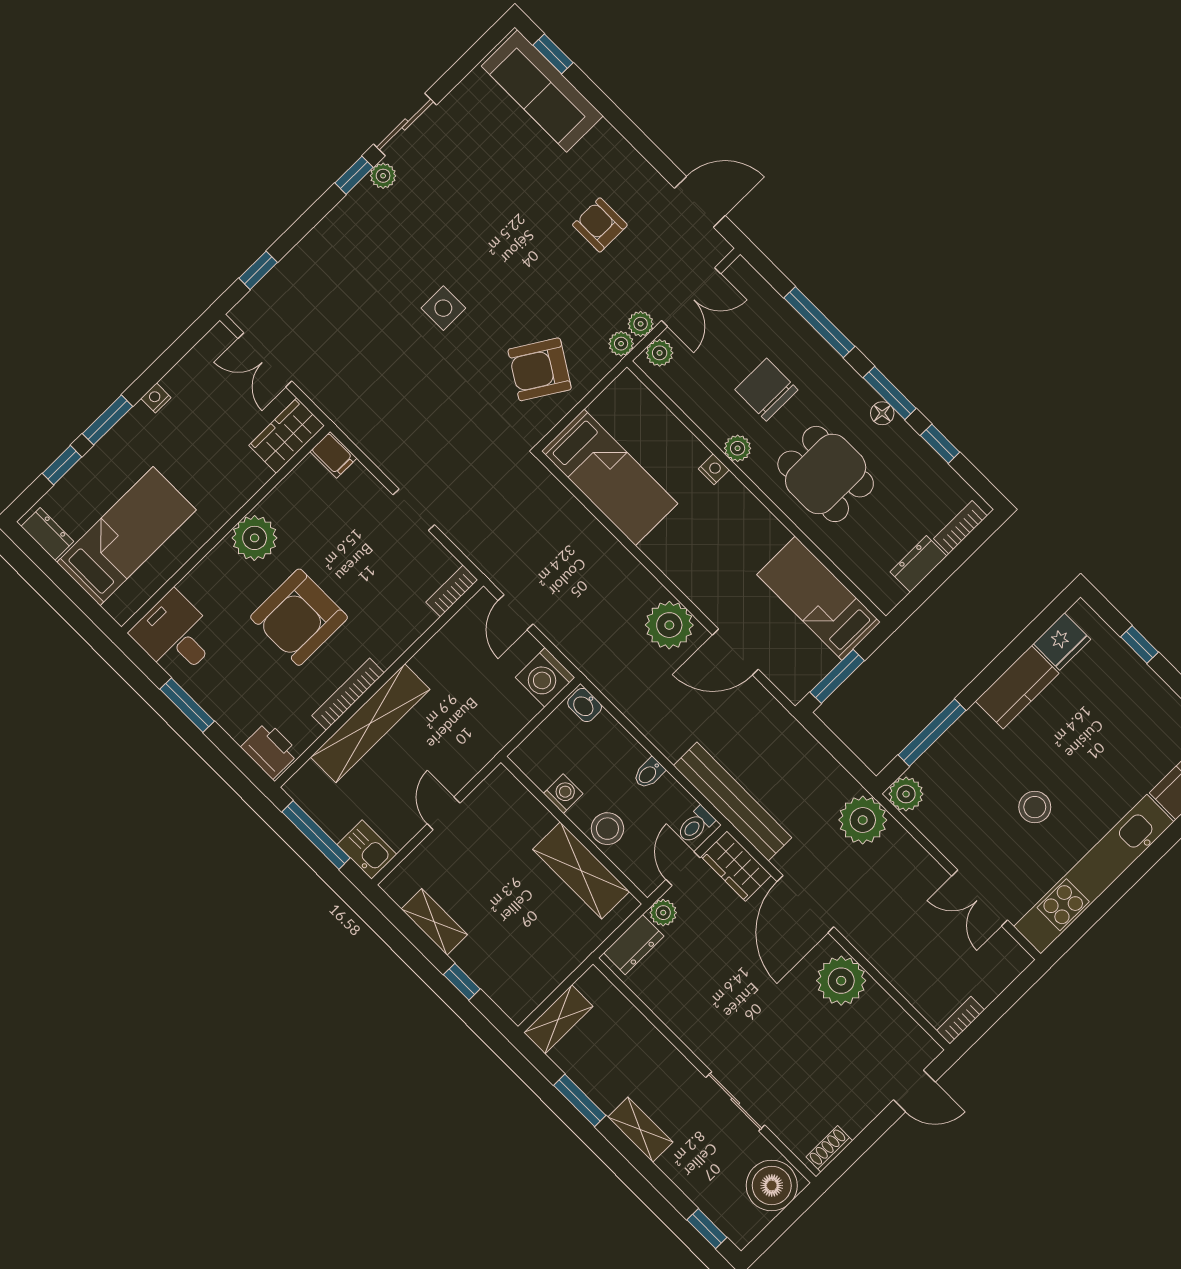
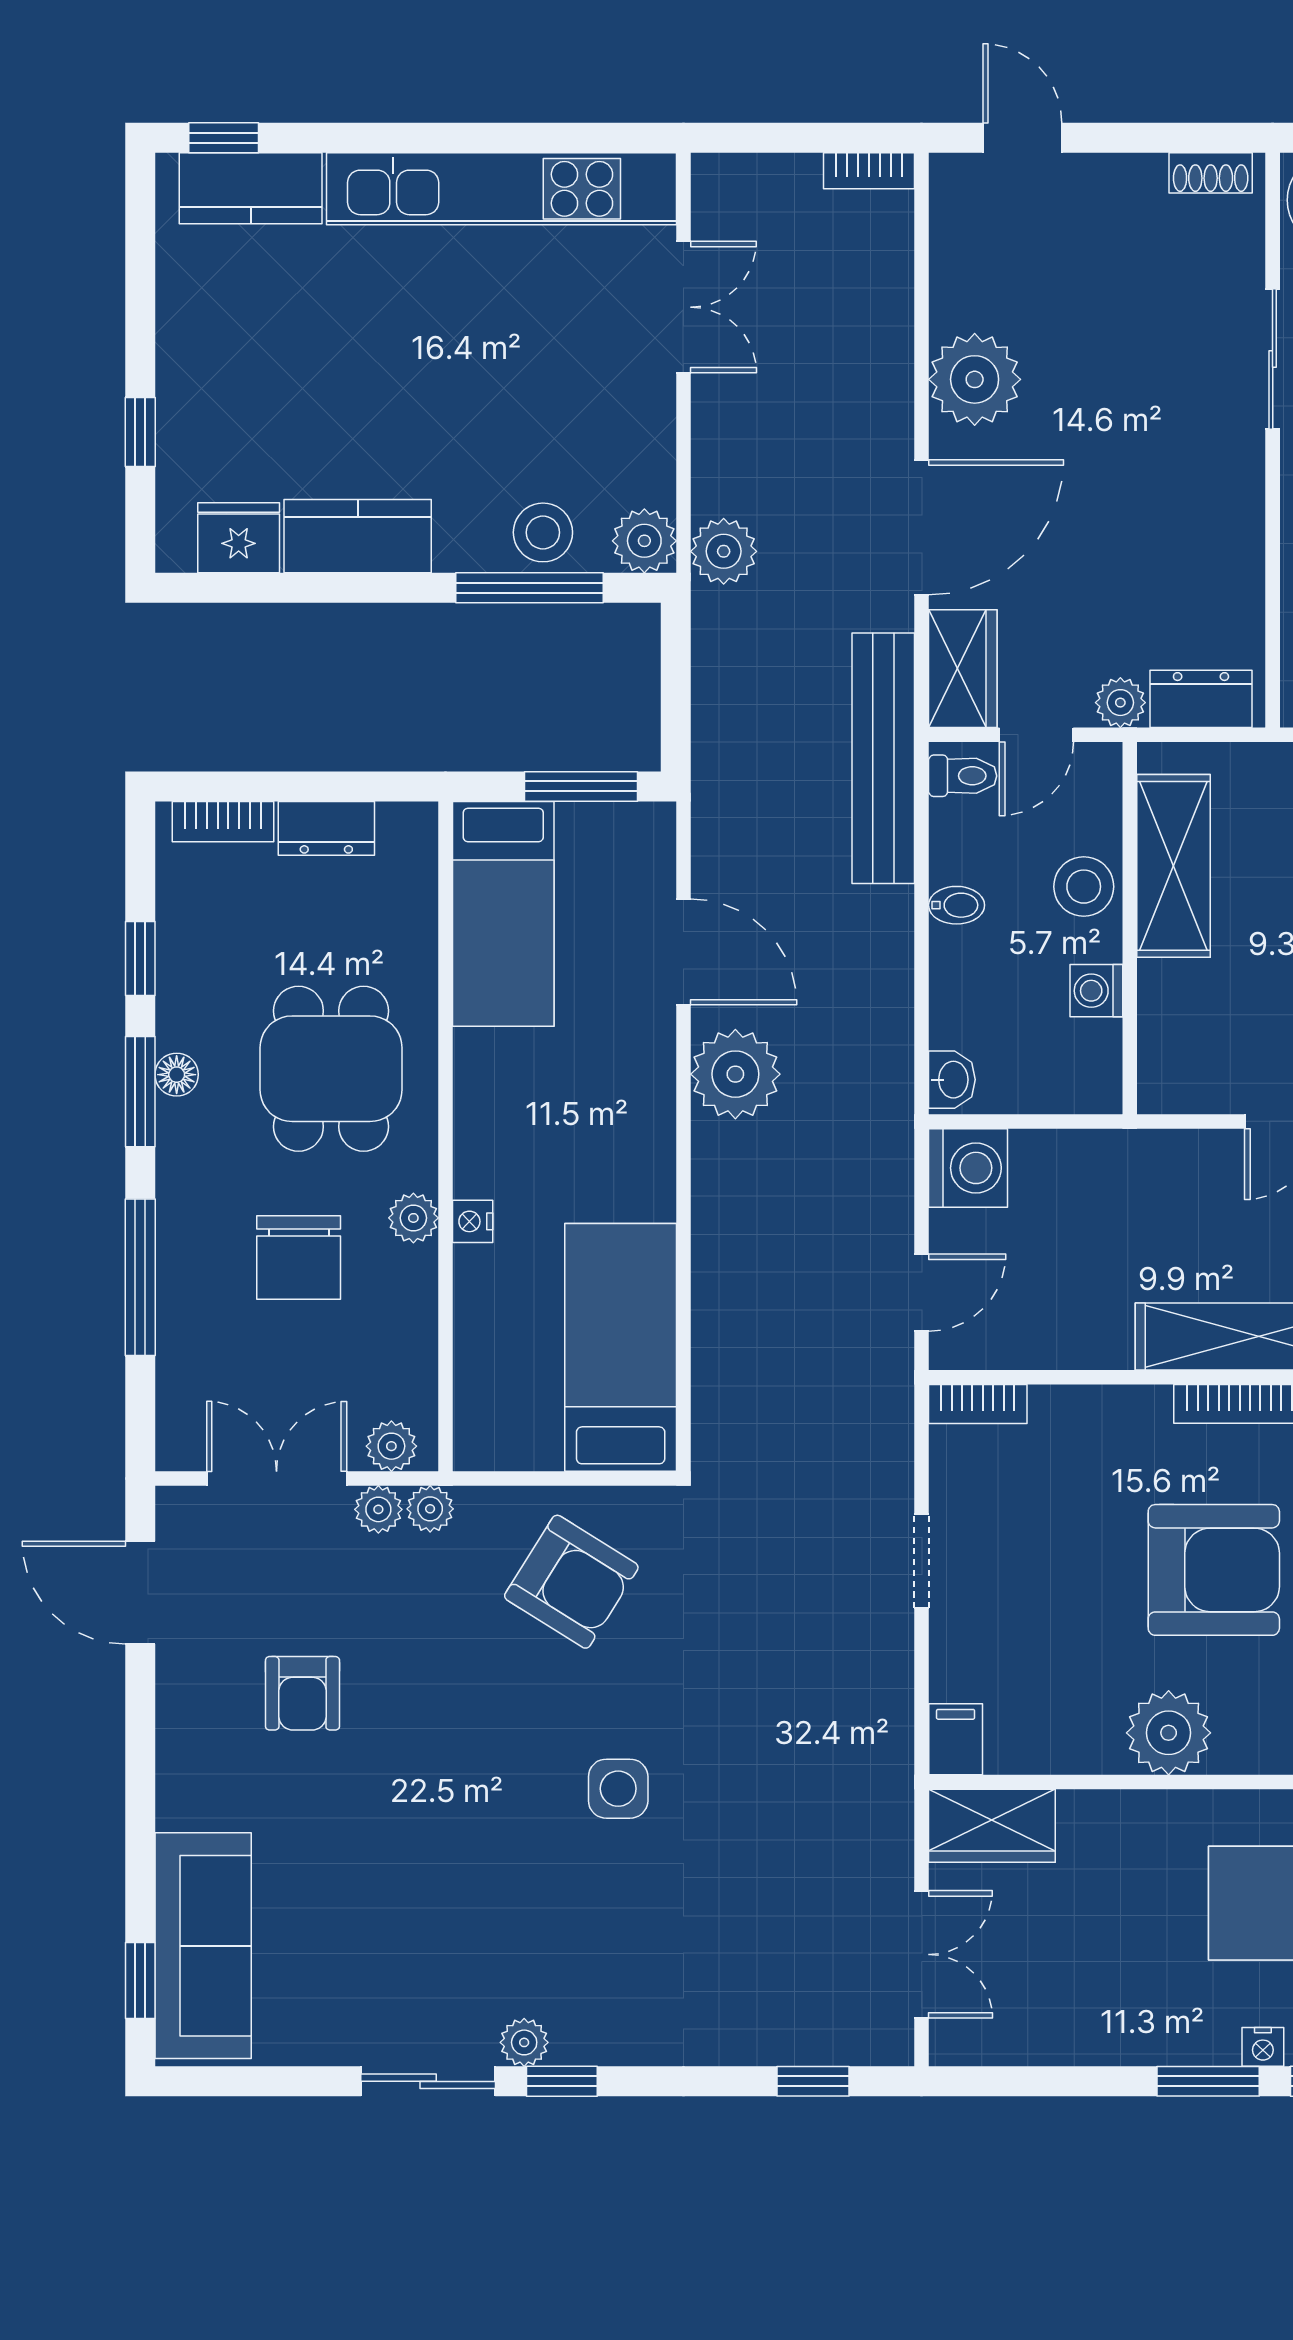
nightstand: (156, 398) -> (1263, 2047), moved
stool: (1035, 807) -> (543, 532), moved
plant: (863, 820) -> (724, 551), width x0.73, depth x0.73

